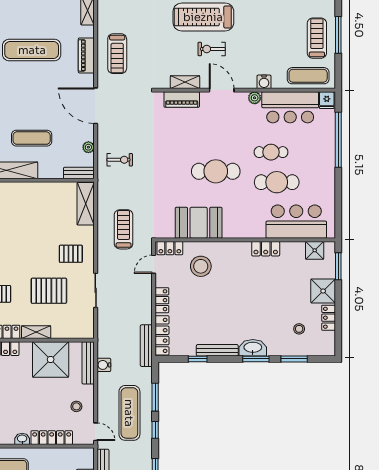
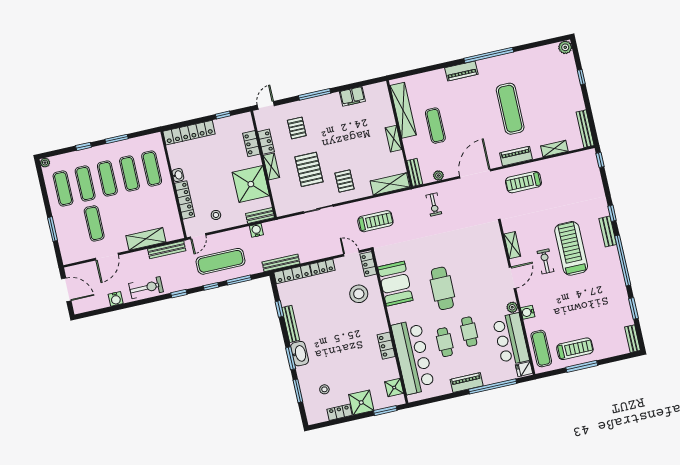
piano: (182, 100) -> (467, 383), moved, turned 90
cafe table: (277, 182) -> (445, 342), width x0.73, depth x0.74
shelving: (36, 188) -> (393, 139), added
bar counter: (296, 222) -> (413, 357), width x1.36
bench: (88, 363) -> (260, 216), width x0.73

